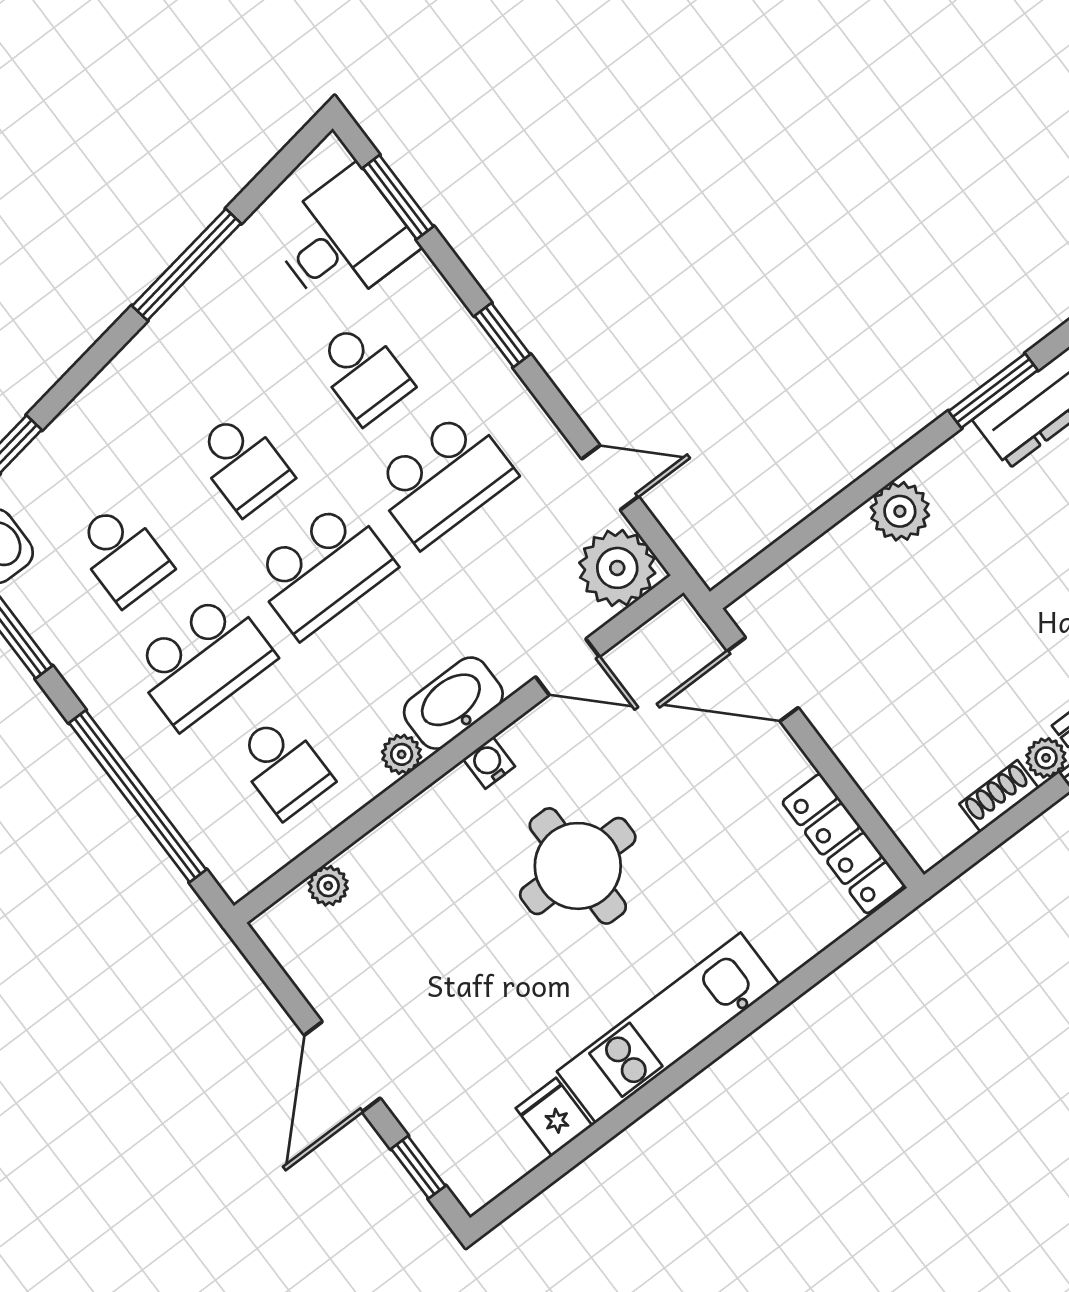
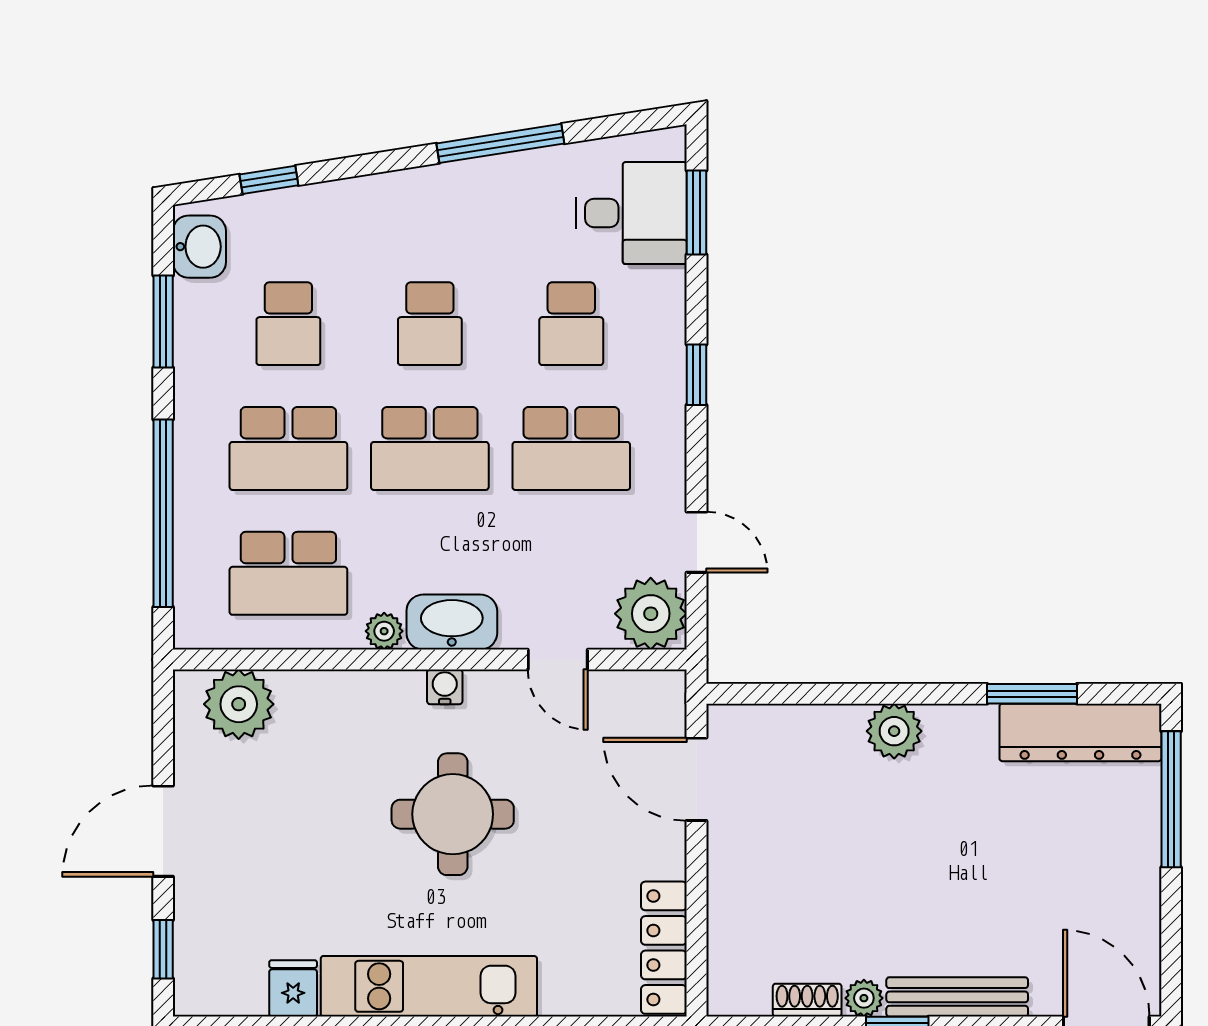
school desk: (283, 767) -> (288, 573), width x1.85
plant: (328, 886) -> (239, 704), width x1.88, depth x1.88

